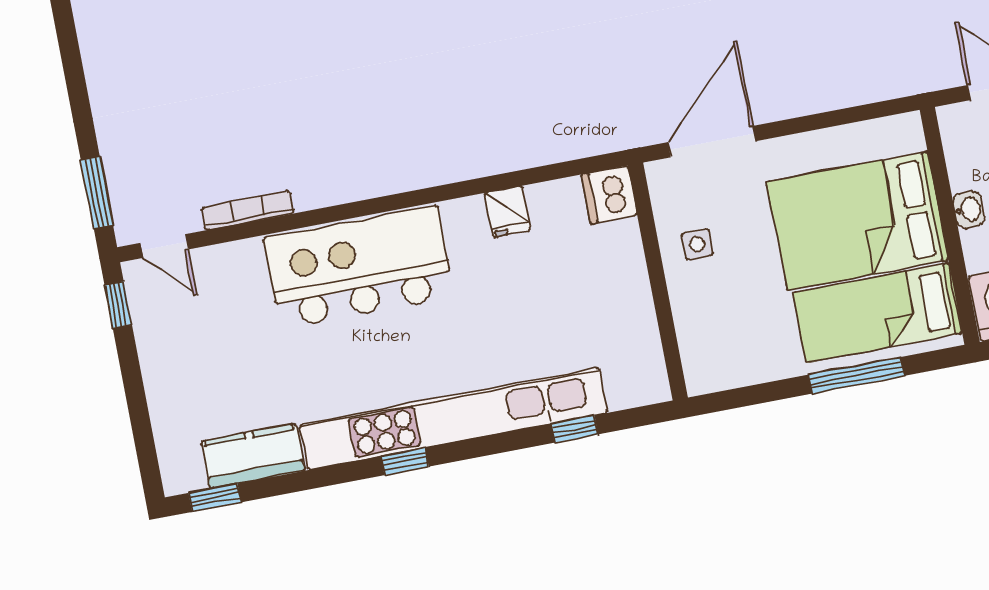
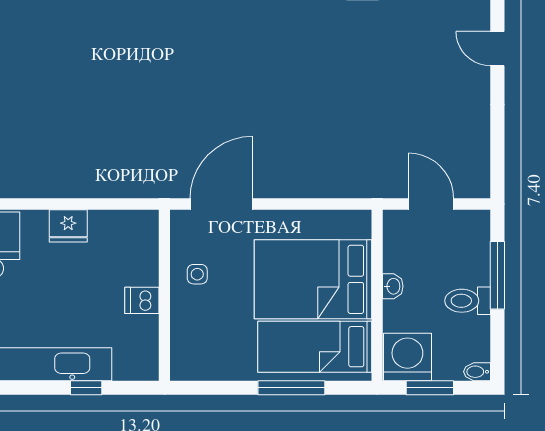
dishwasher: (609, 195) -> (142, 300), moved, width x0.73
fridge: (508, 212) -> (68, 226), width x1.38

